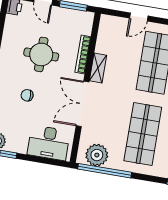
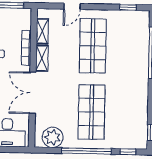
shelving: (103, 39) -> (42, 31), added
window: (105, 171) -> (86, 151), moved

